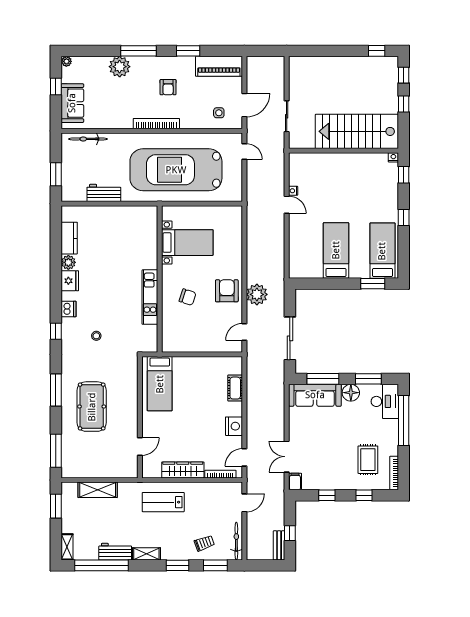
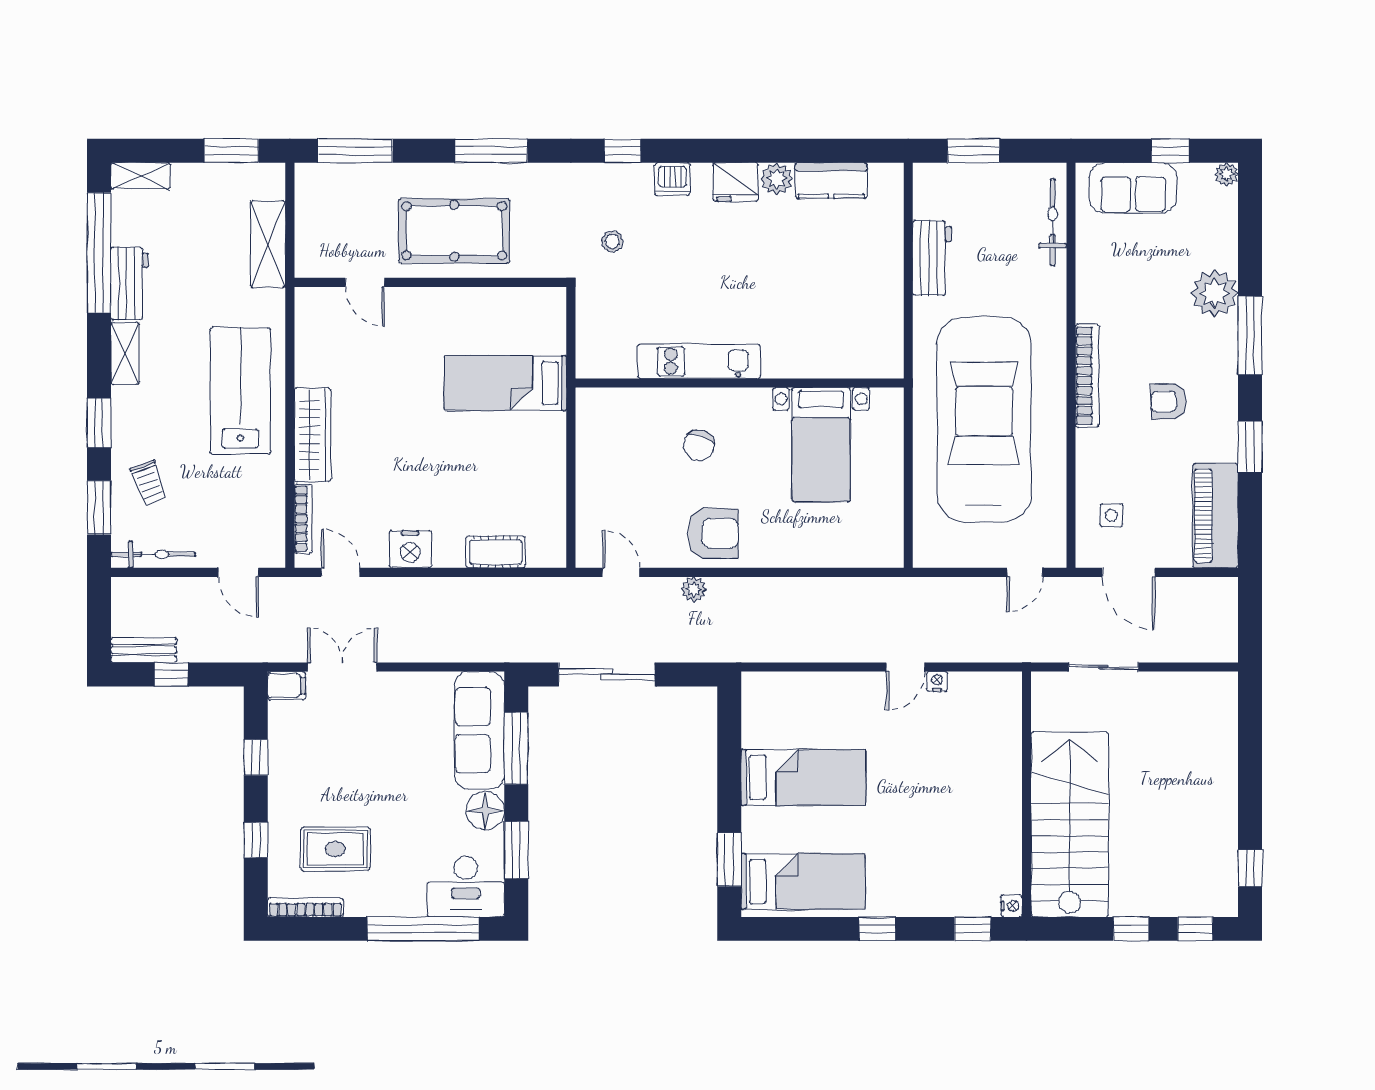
plant: (257, 294) -> (694, 589), width x0.53, depth x0.53
wall: (140, 417) -> (430, 282), moved
door: (140, 446) -> (365, 282), moved
lab bench: (163, 502) -> (240, 391), width x1.36, depth x1.39

